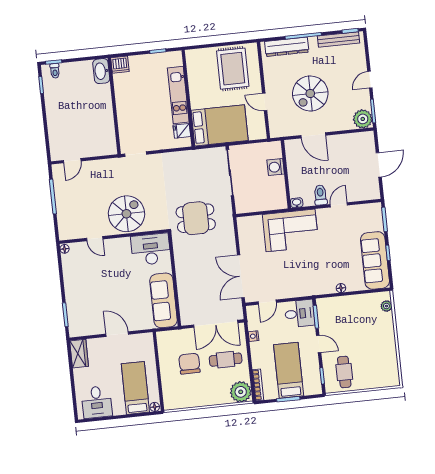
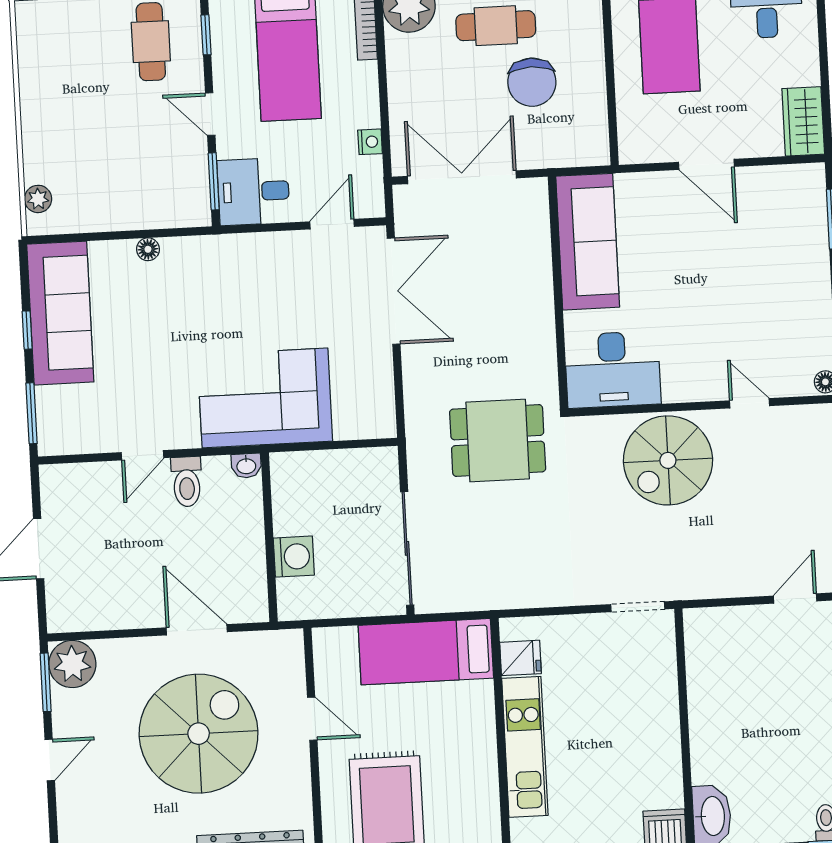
spiral stairs: (310, 93) -> (199, 734), width x1.37, depth x1.37
bed: (220, 125) -> (426, 652), width x0.67
cafe table: (226, 360) -> (496, 26), moved

